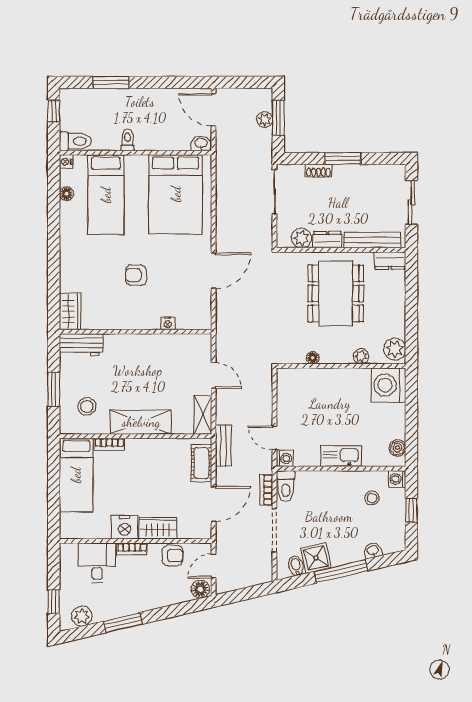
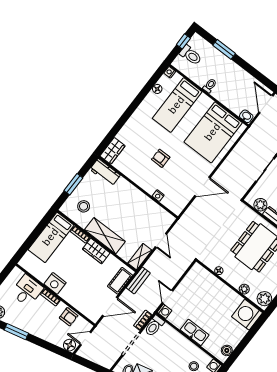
toilet: (75, 141) -> (191, 55), moved
wardrobe: (158, 528) -> (96, 251), moved, turned 180

